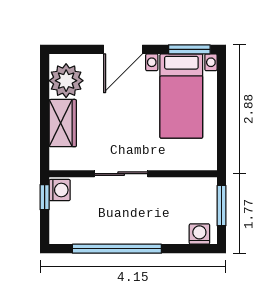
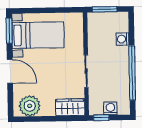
wardrobe: (63, 123) -> (70, 107), moved
washing machine: (60, 190) -> (110, 108), moved
washing machine: (199, 234) -> (123, 39), moved

